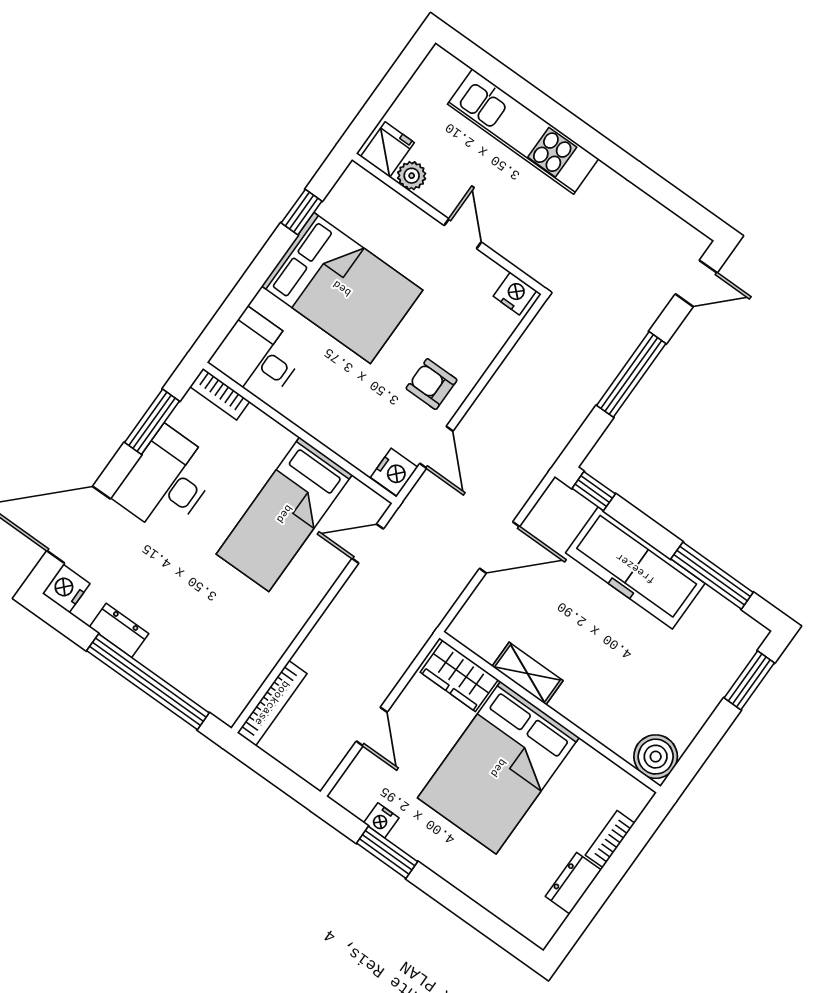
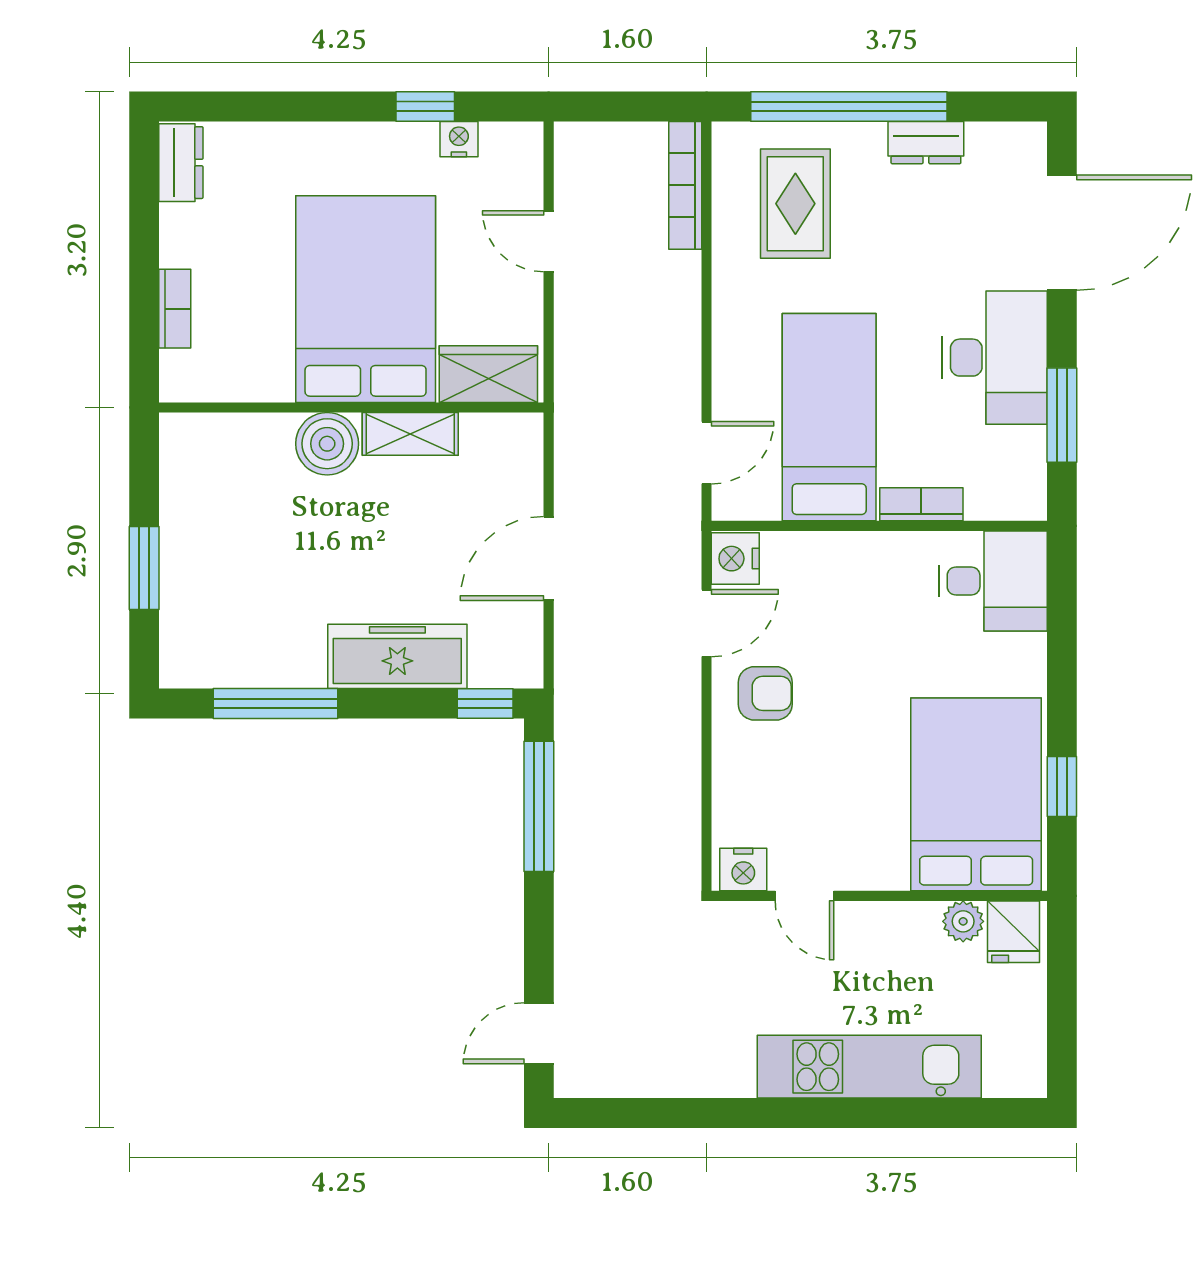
door: (463, 234) -> (804, 896), moved
bed: (342, 288) -> (976, 794), moved, turned 90
window: (631, 374) -> (539, 806), moved
bookcase: (220, 394) -> (921, 504), moved
door: (436, 447) -> (707, 623), swing flipped
freezer: (635, 568) -> (397, 656), width x0.73, depth x0.79
nightstand: (66, 589) -> (1023, 147), removed
rug: (217, 648) -> (795, 204), added
window: (749, 680) -> (144, 568), moved
boiler: (656, 757) -> (327, 444), moved
window: (387, 852) -> (425, 106), width x0.67
dresser: (573, 883) -> (181, 163), moved

